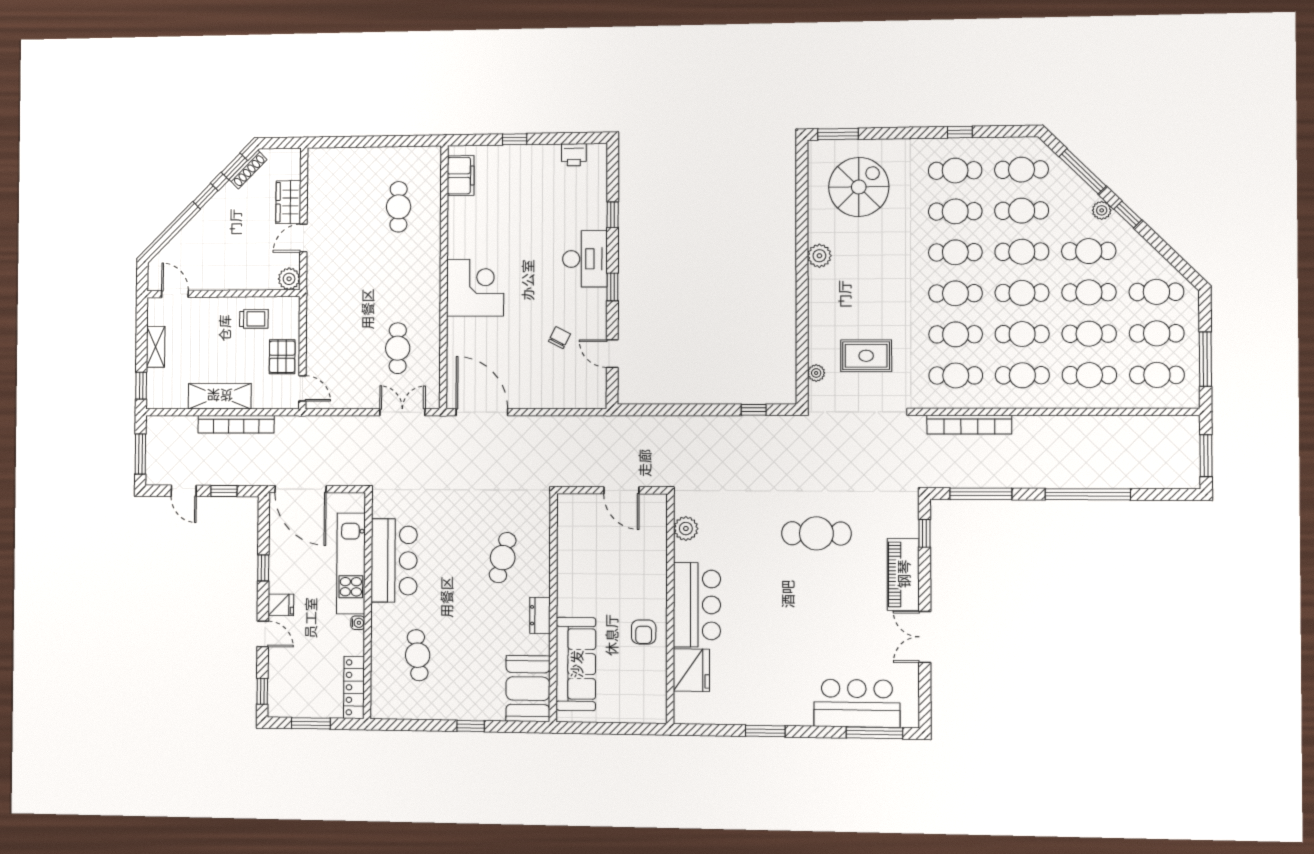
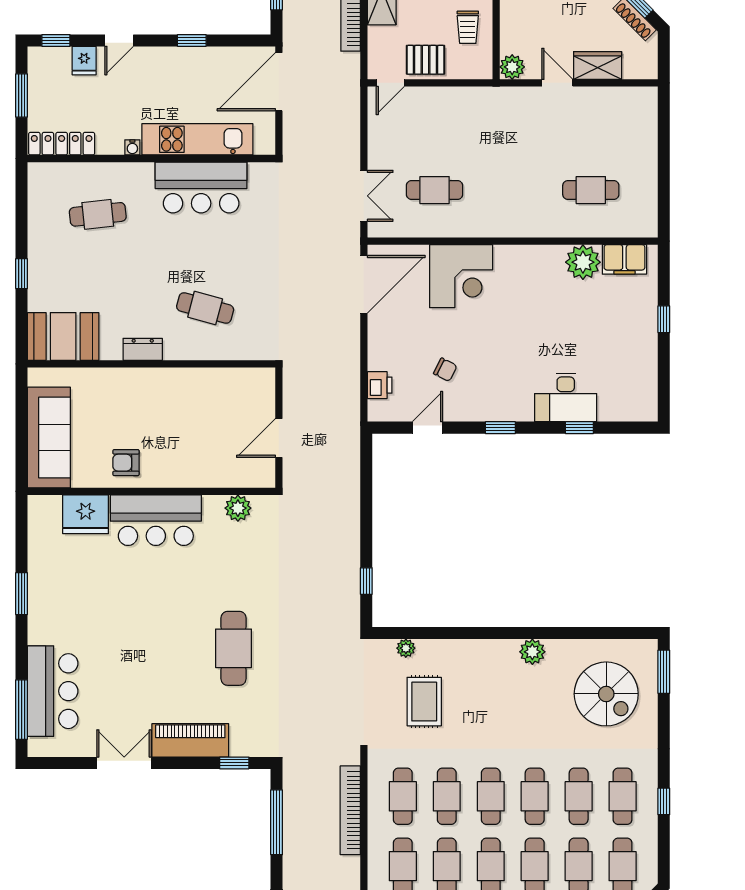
printer: (574, 155) -> (380, 385), moved, turned 180
plant: (463, 213) -> (583, 262), added
desk: (585, 259) -> (566, 397), moved
corner desk: (475, 288) -> (461, 276), moved
fridge: (281, 605) -> (84, 61), moved
sofa: (576, 664) -> (49, 437), moved, turned -90

